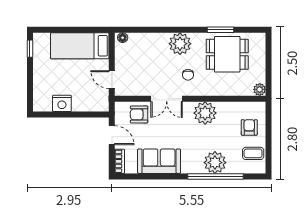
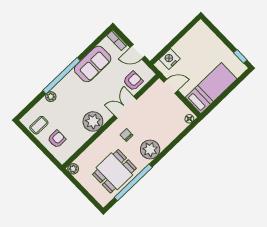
window: (220, 30) -> (133, 182), width x2.11
nightstand: (62, 103) -> (170, 59), moved
armchair: (249, 127) -> (57, 139), turned -90
plant: (215, 163) -> (51, 97), width x0.53, depth x0.53
window: (215, 176) -> (62, 76), moved

